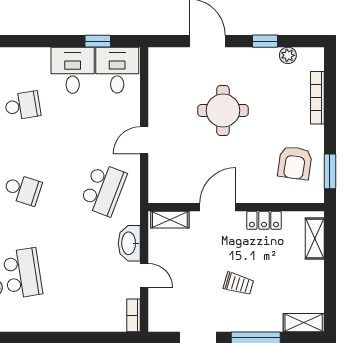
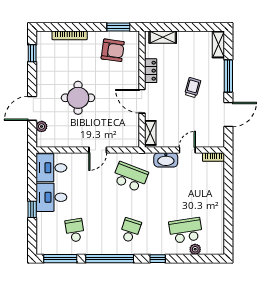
window: (98, 41) -> (32, 209), moved
window: (265, 41) -> (32, 53), moved
plant: (288, 55) -> (42, 126), moved
door: (144, 140) -> (98, 150), hinge flipped

